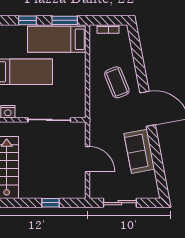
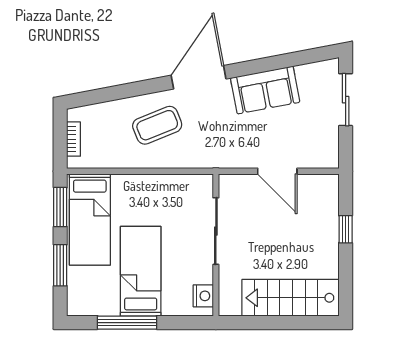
window: (27, 20) -> (60, 265), width x1.50
door: (88, 159) -> (277, 171), swing flipped
sliding door: (120, 203) -> (346, 100), moved

